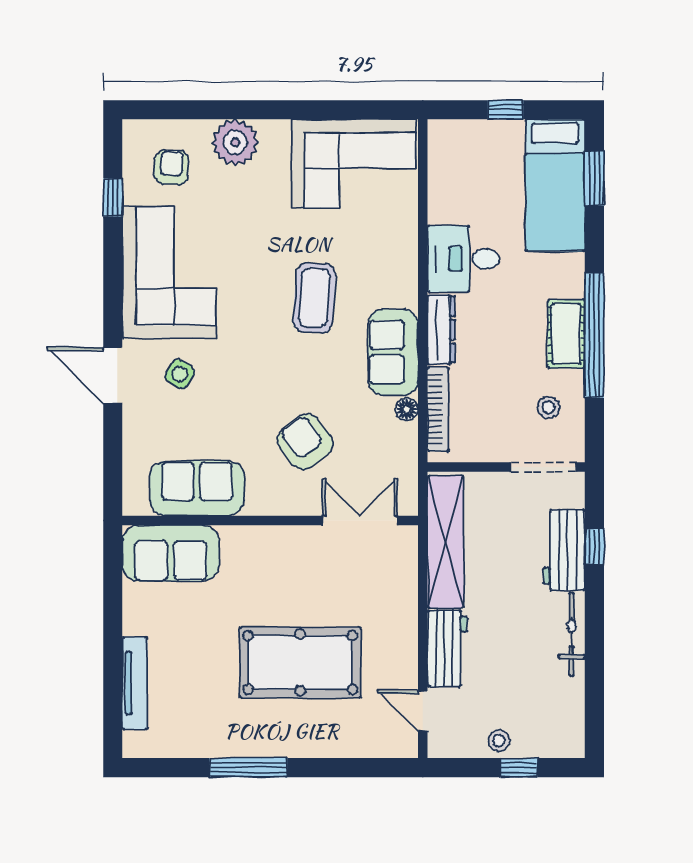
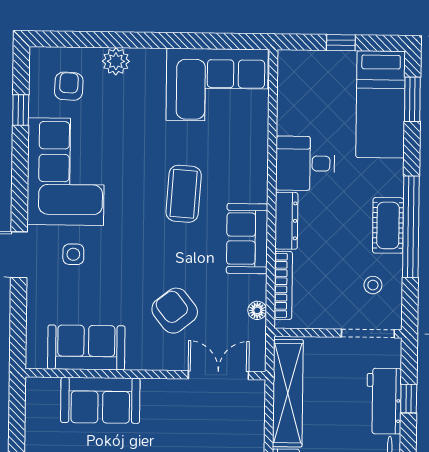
plant: (235, 142) -> (116, 61), width x0.73, depth x0.73
side table: (180, 374) -> (73, 254), turned -32
floor lamp: (407, 409) -> (257, 310), moved
sofa: (171, 553) -> (100, 400), moved

